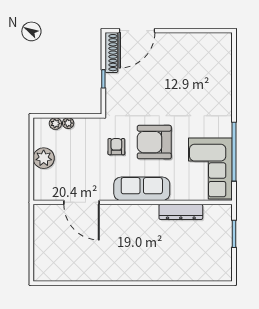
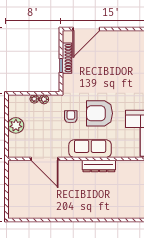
shoe rack: (111, 53) -> (67, 58), moved
plant: (55, 124) -> (44, 99), moved
dresser: (181, 212) -> (99, 166), moved

